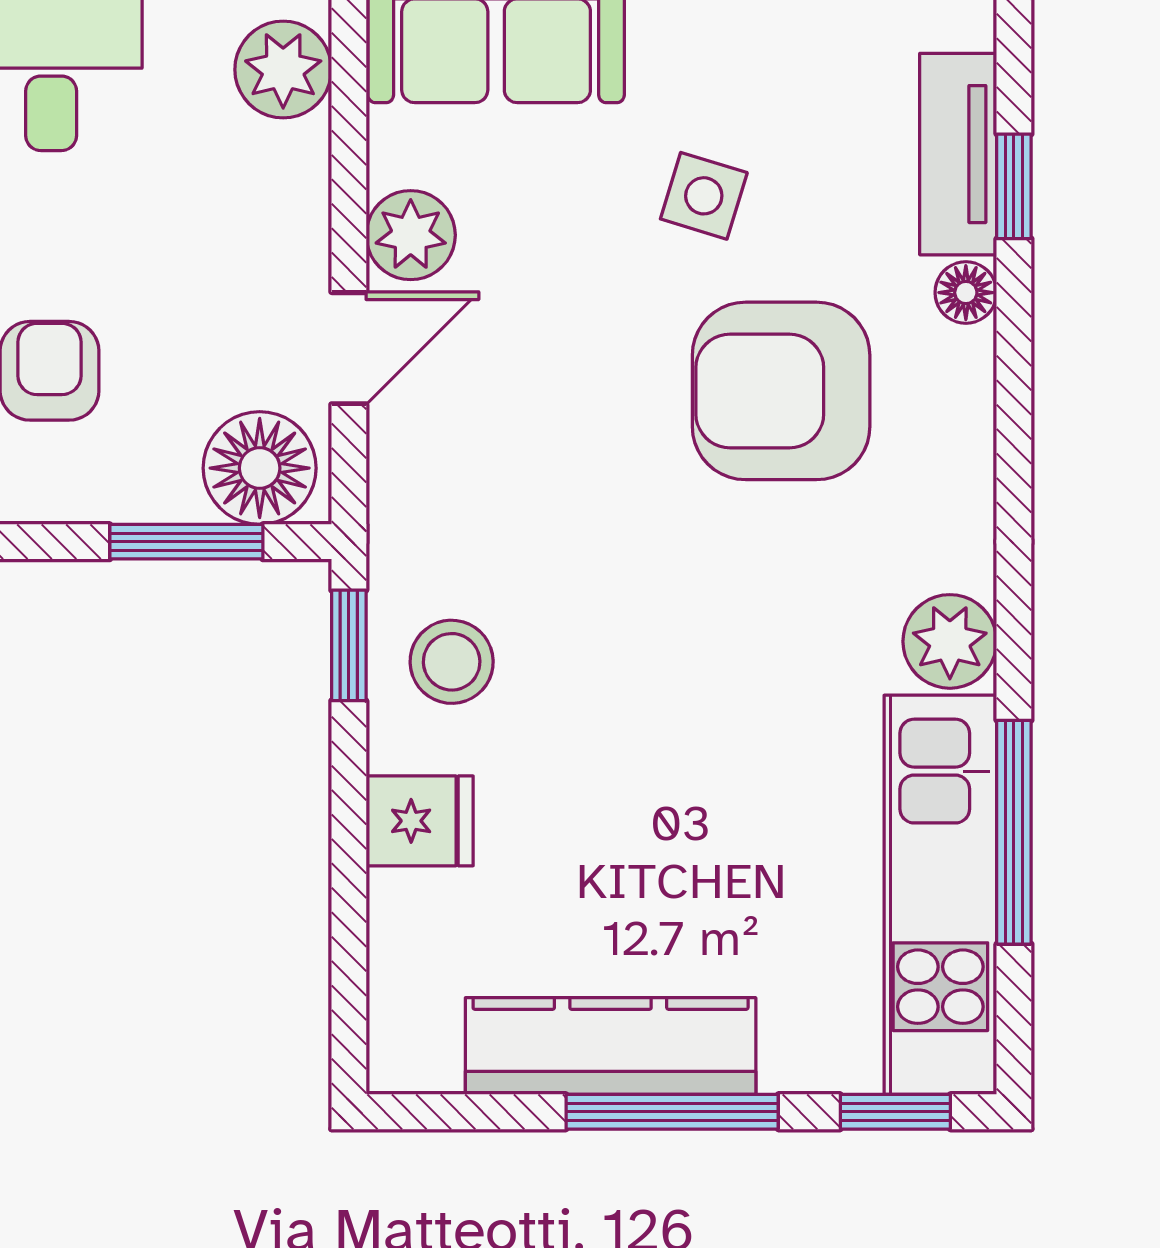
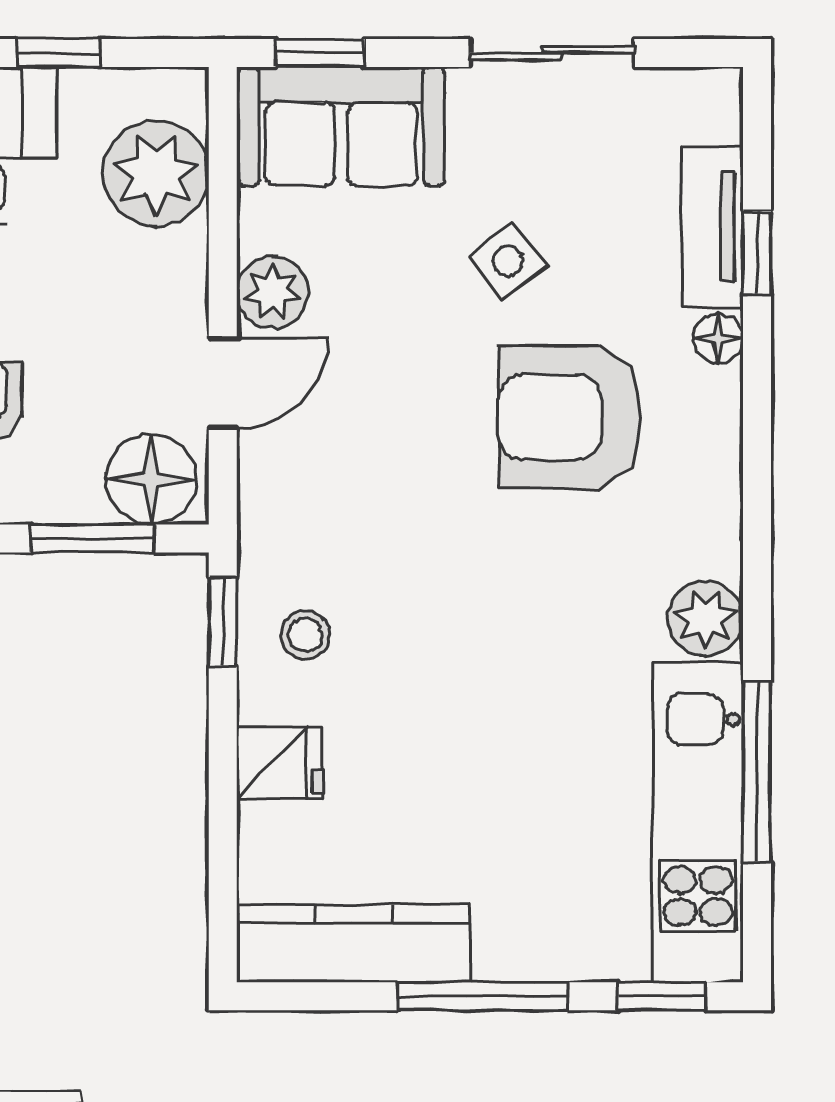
plant: (283, 70) -> (156, 173), width x1.36, depth x1.36
side table: (704, 196) -> (508, 261), turned 36
stool: (452, 662) -> (305, 635), width x0.73, depth x0.73
kitchen counter: (611, 1046) -> (353, 944), moved

